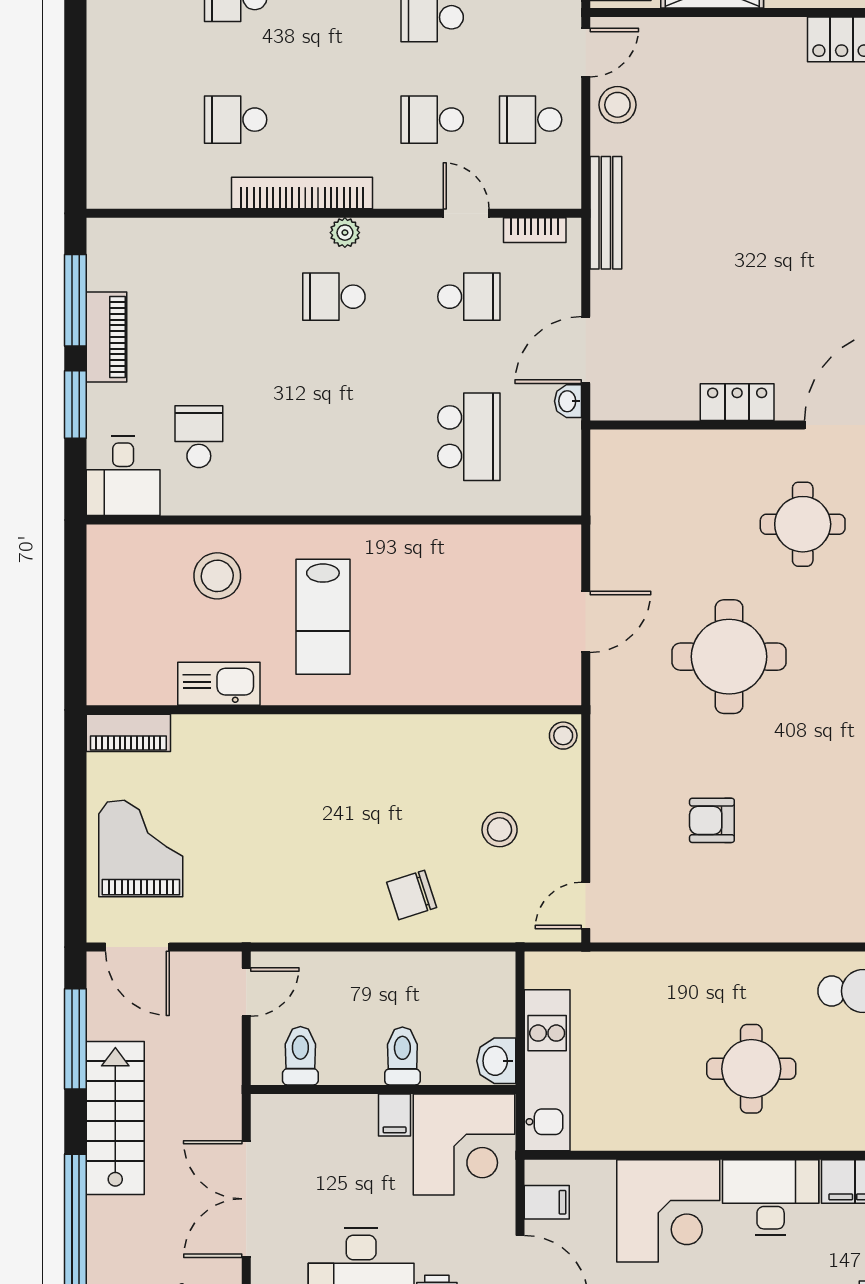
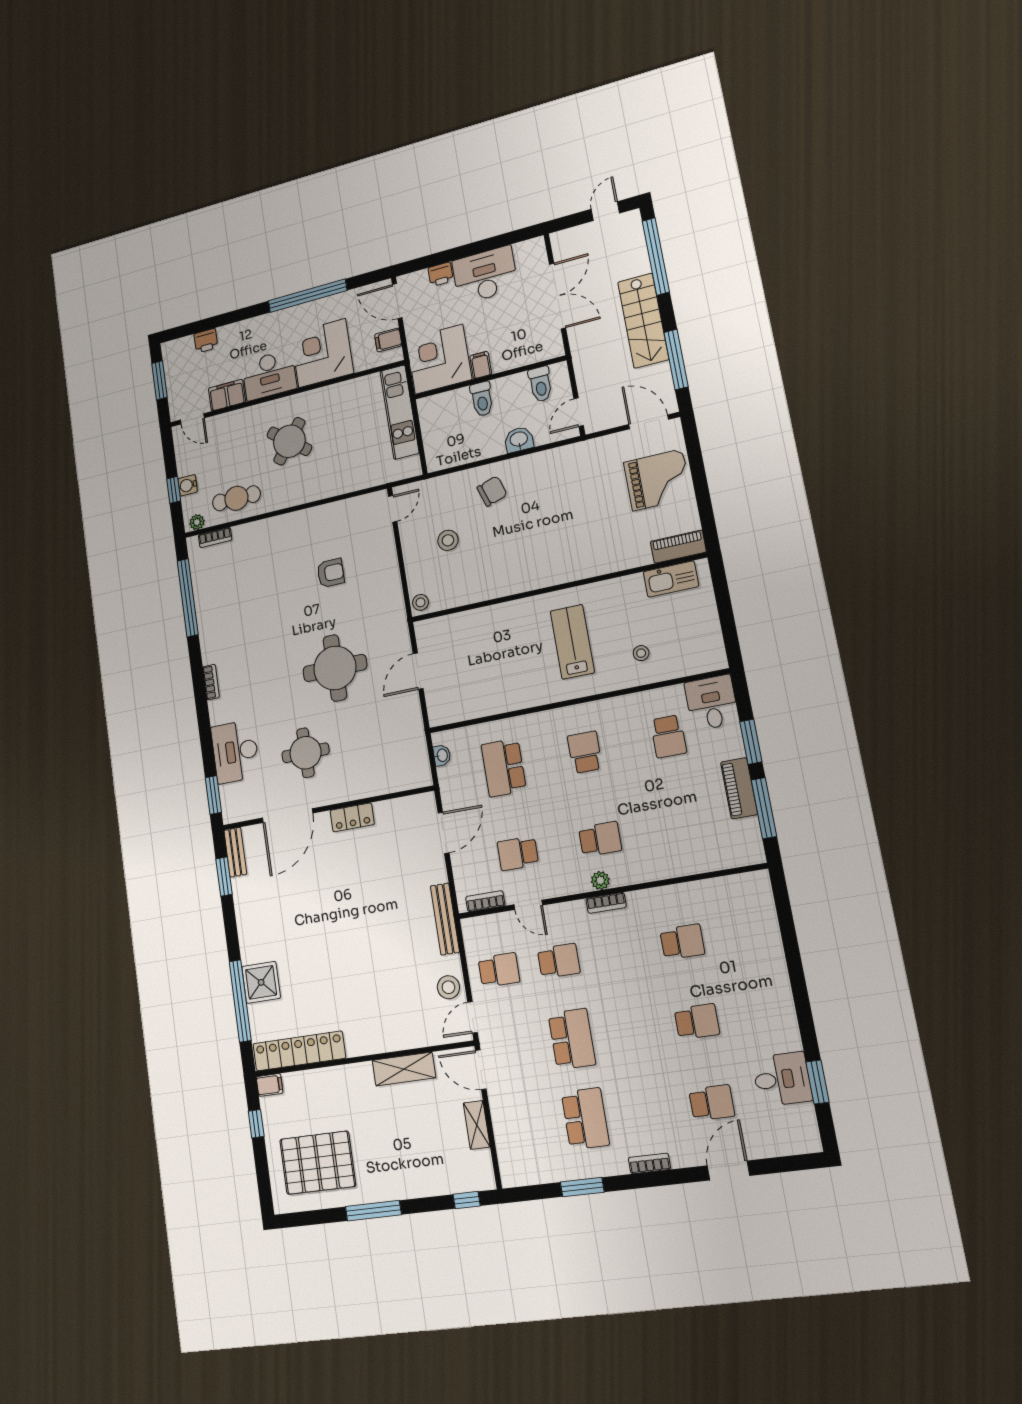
bookcase: (302, 193) -> (606, 903), width x0.43, depth x0.76
washbasin: (568, 401) -> (442, 755), moved
school desk: (334, 437) -> (585, 752), added
stool: (217, 576) -> (641, 653), width x0.53, depth x0.53
kitchen sink: (219, 684) -> (671, 579), moved
grand piano: (141, 848) -> (657, 480), turned -90
washbasin: (496, 1061) -> (519, 440), moved, turned -90
round table: (751, 1069) -> (289, 441), turned 38

